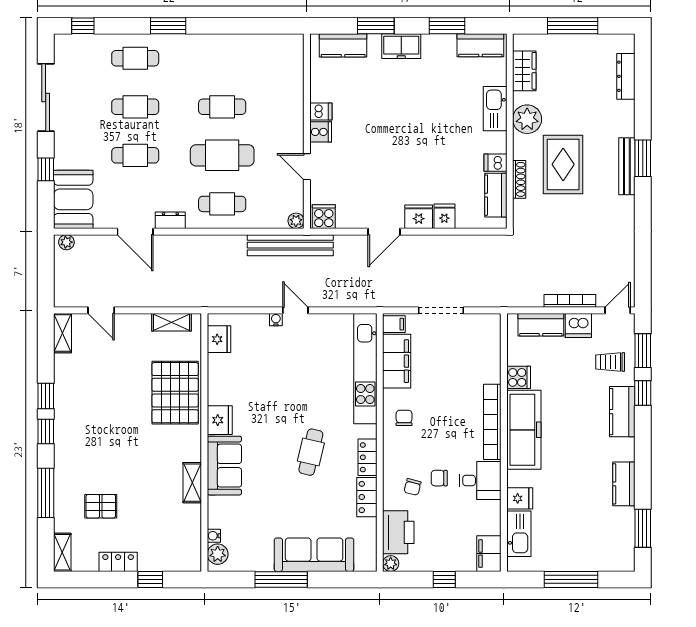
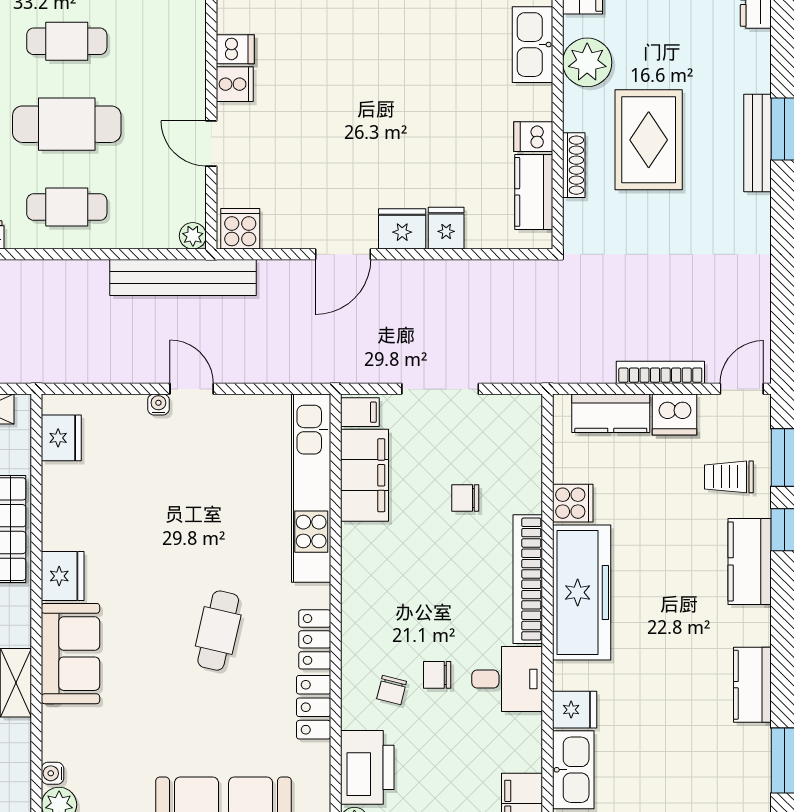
chair: (404, 418) -> (465, 498), moved, turned -90

